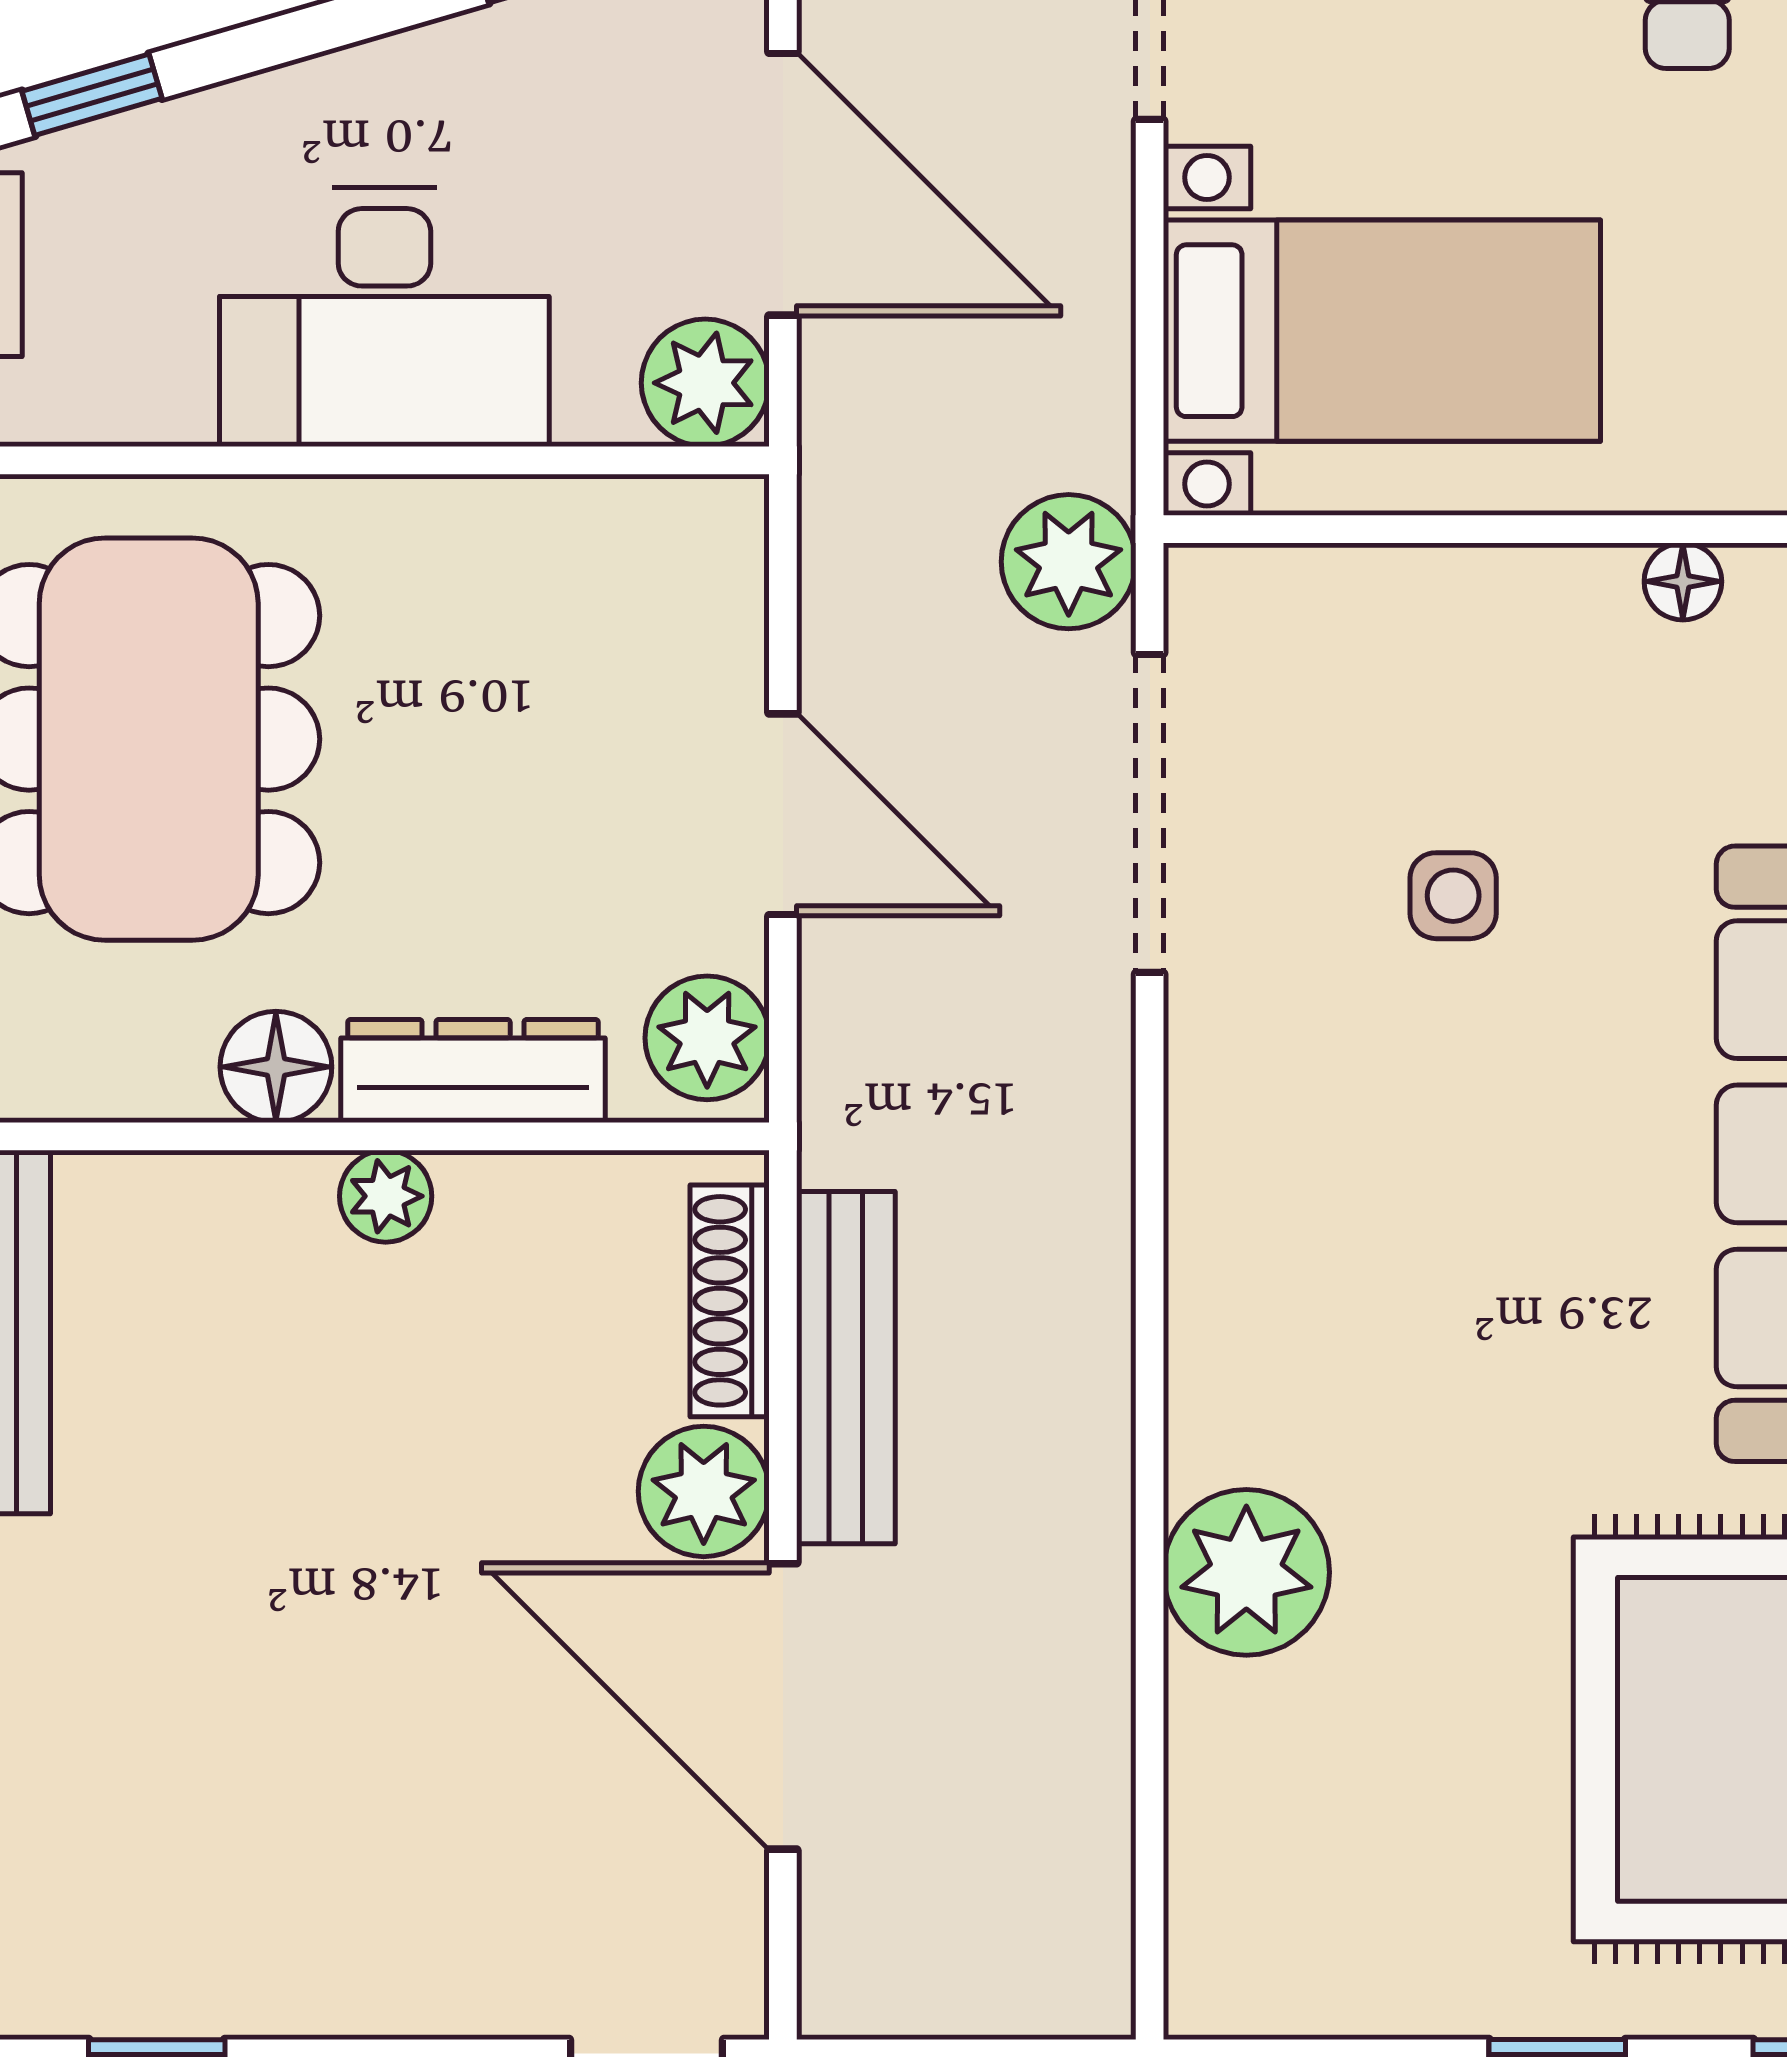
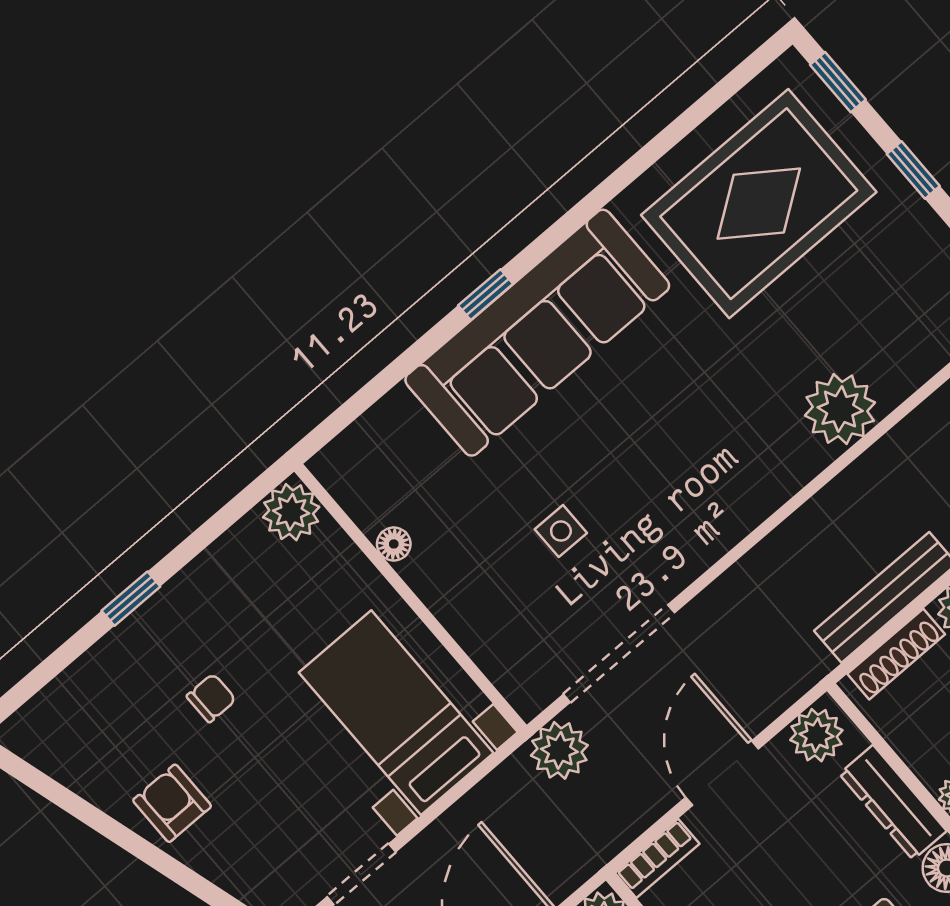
bookcase: (730, 571) -> (657, 858), added

